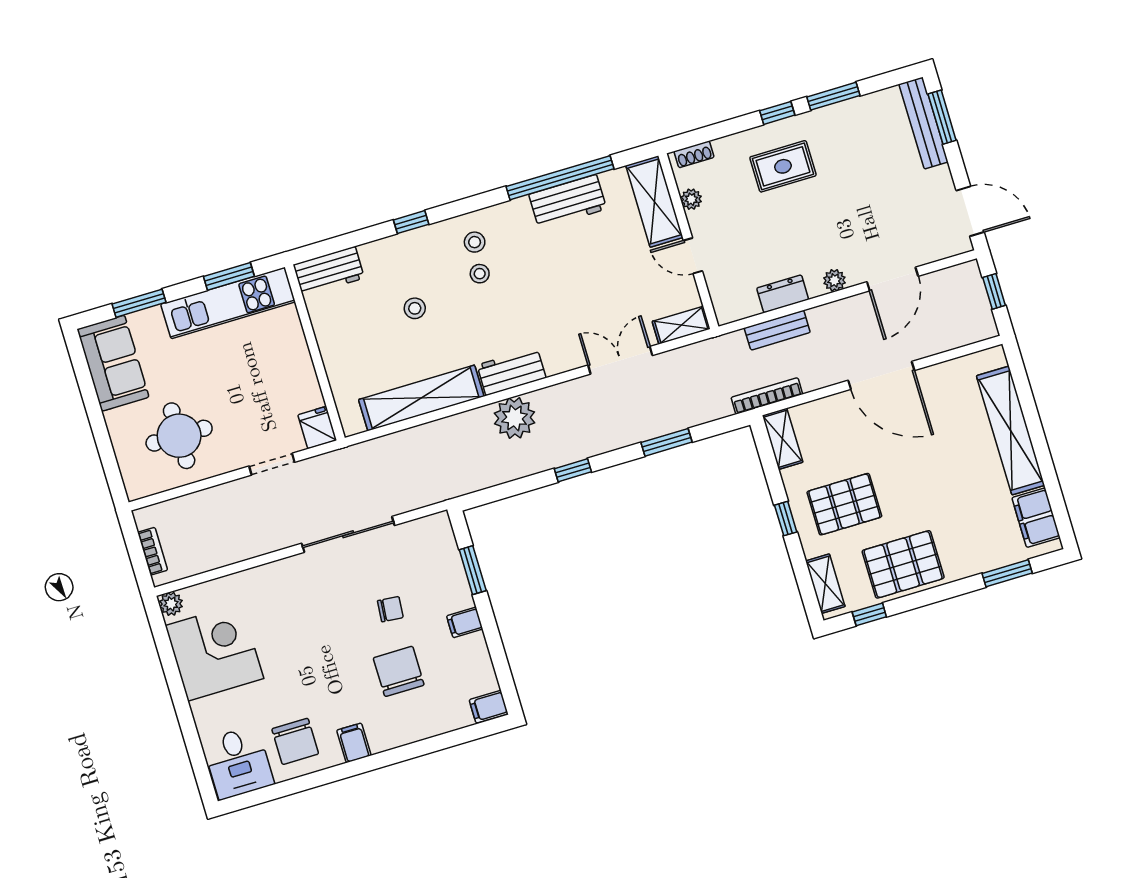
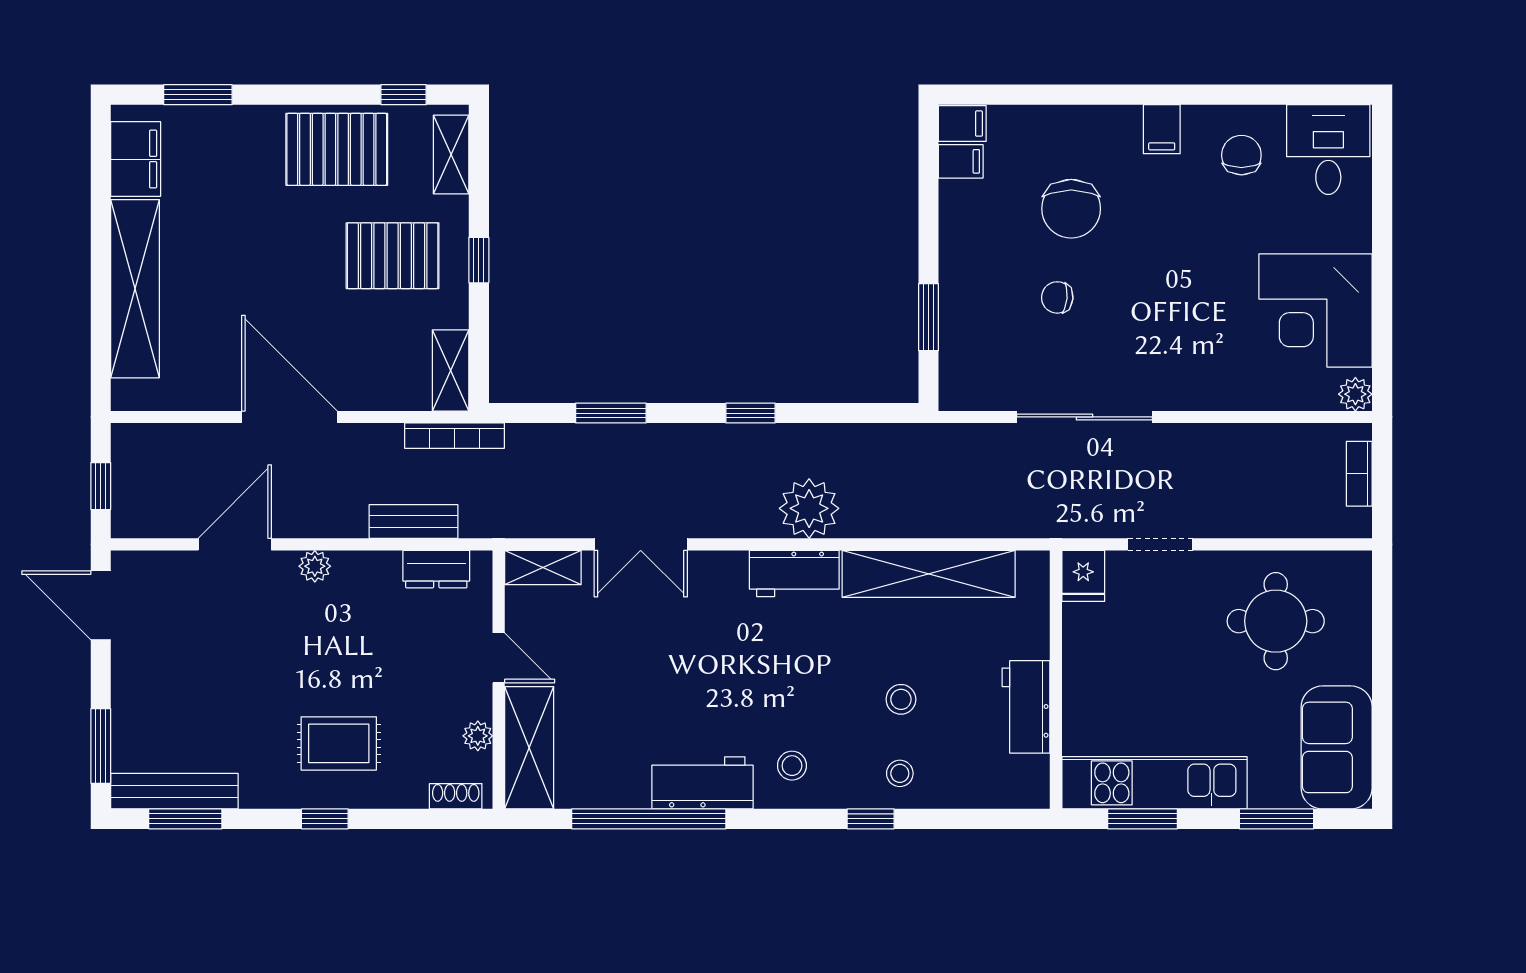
window: (833, 96) -> (185, 819), moved
bench: (924, 123) -> (174, 791), moved, turned 90
workbench: (568, 202) -> (703, 783), moved
workbench: (329, 271) -> (1026, 707), moved, turned -90
stool: (480, 274) -> (900, 773), moved
dresser: (783, 294) -> (436, 569), moved
filing cabinet: (465, 622) -> (961, 161), moved
chair: (295, 741) -> (1241, 155), width x0.73, depth x0.73

